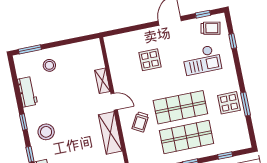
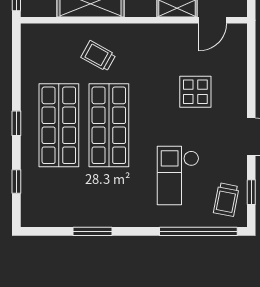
window: (233, 41) -> (198, 231), width x3.17
door: (114, 102) -> (213, 20), moved
display table: (229, 103) -> (100, 205), removed

